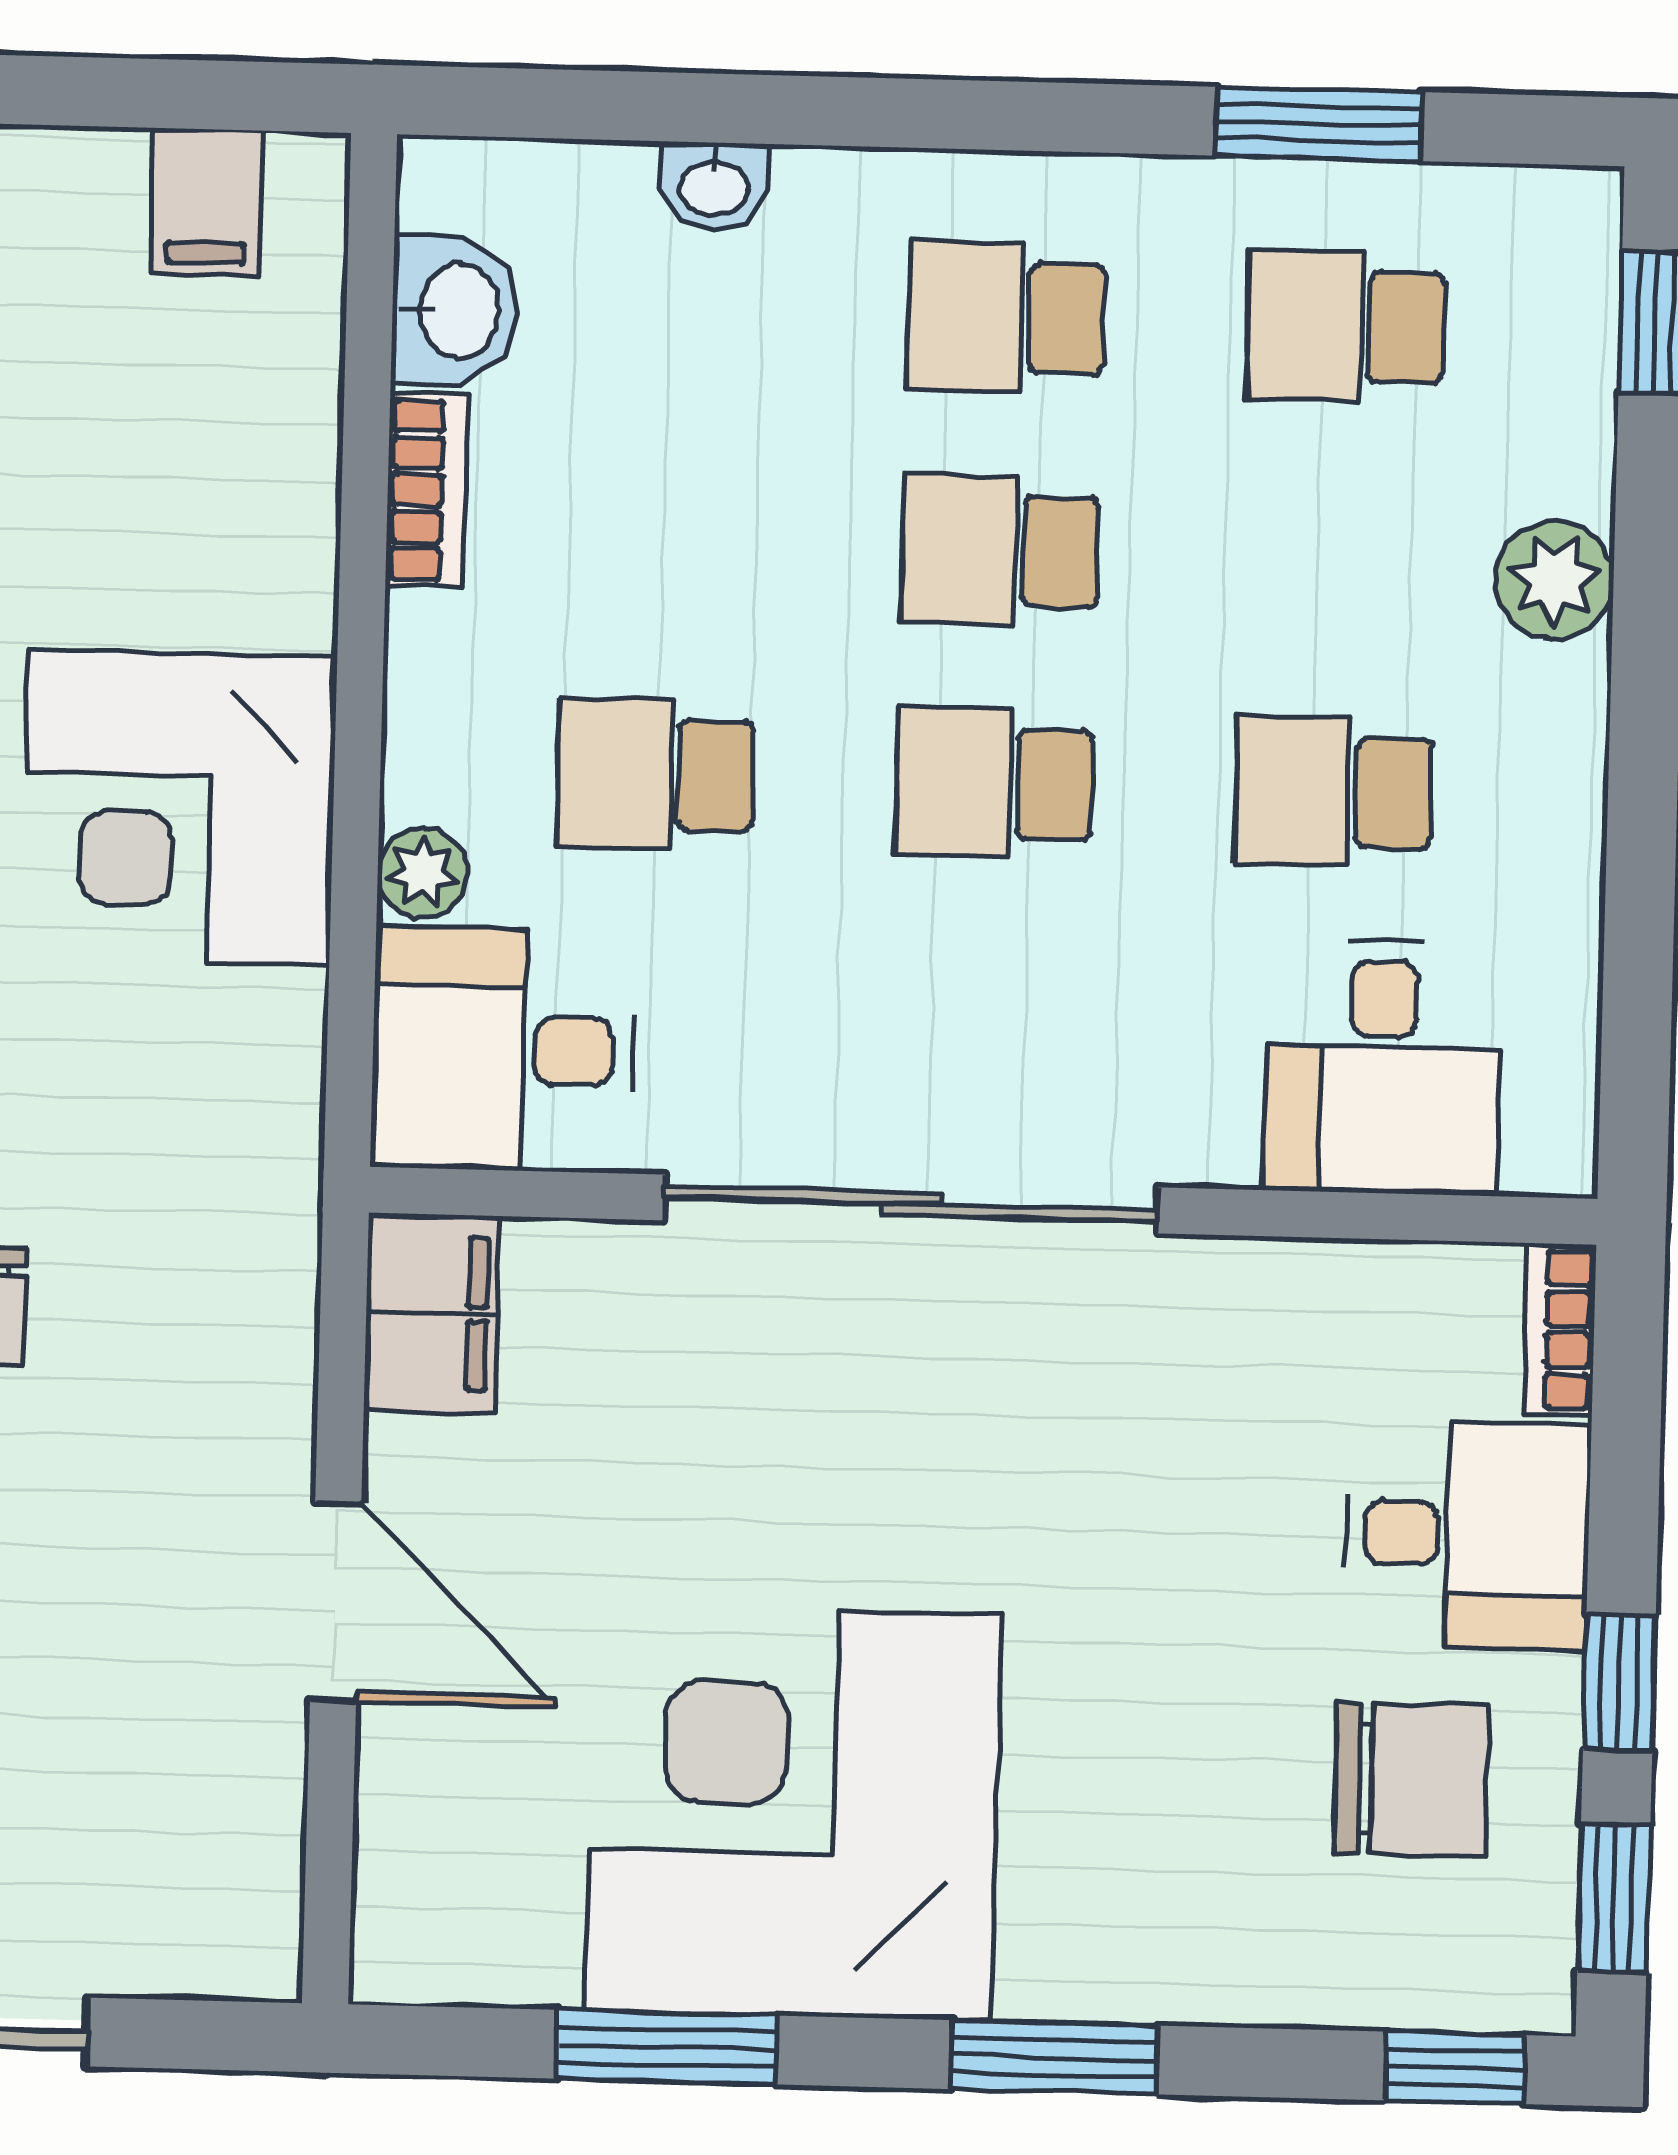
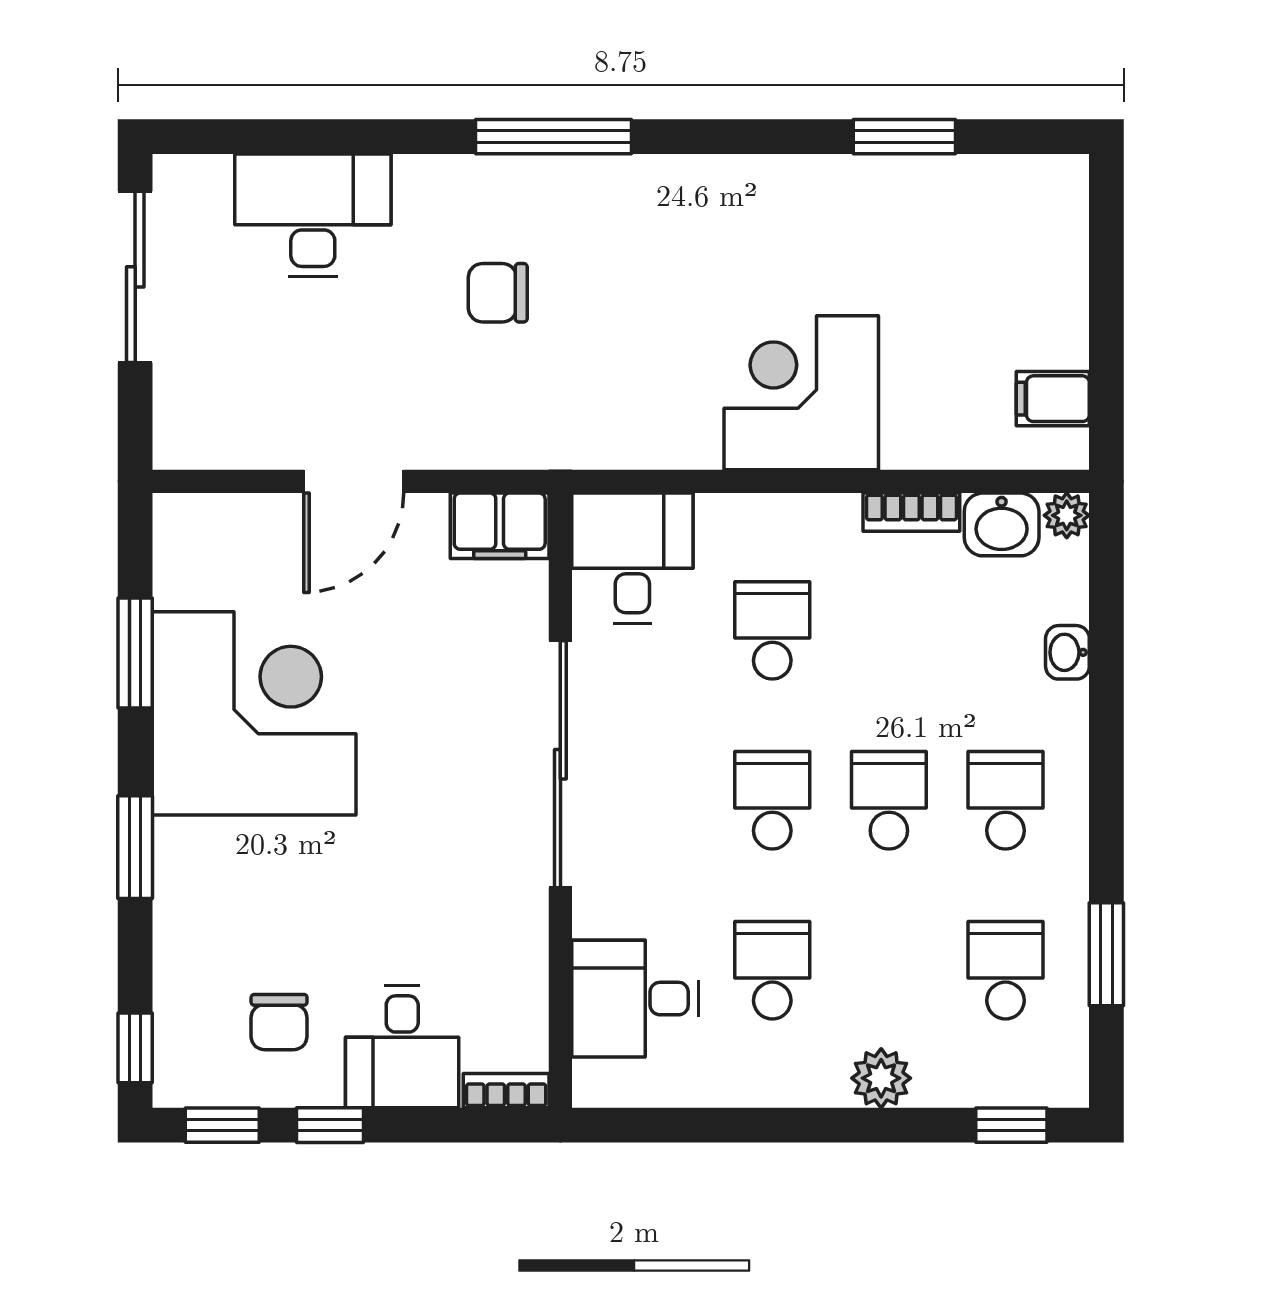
corner desk: (179, 807) -> (801, 393), moved
plant: (423, 873) -> (1067, 515), moved
chair: (1411, 1779) -> (279, 1022), width x0.73, depth x0.73

